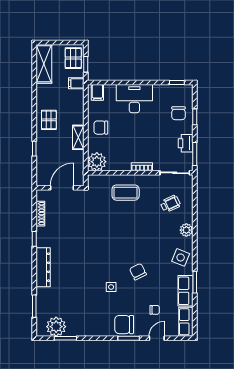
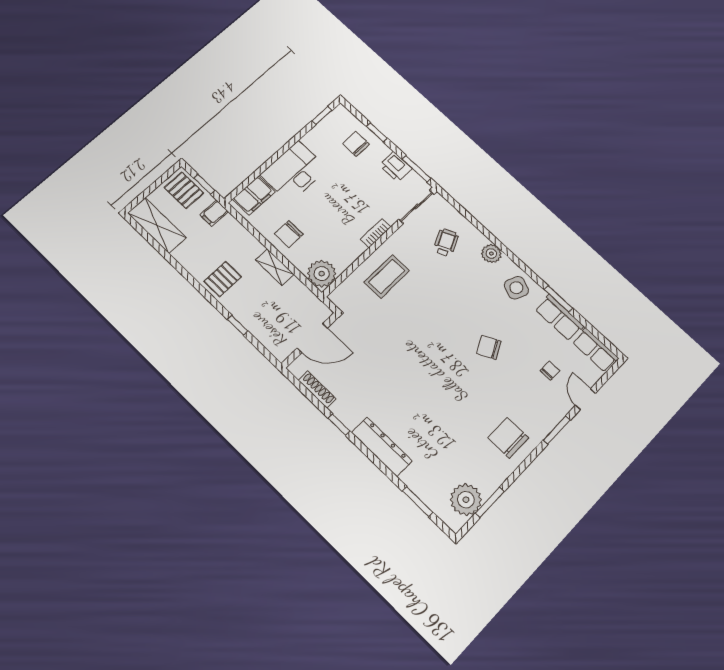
filing cabinet: (97, 92) -> (254, 196), width x2.00
chair: (178, 113) -> (356, 144), turned 180
pallet: (49, 120) -> (223, 279), turned 90
door: (62, 188) -> (312, 338), swing flipped
side table: (111, 287) -> (478, 393), removed
chair: (124, 325) -> (508, 438), moved, turned 90

